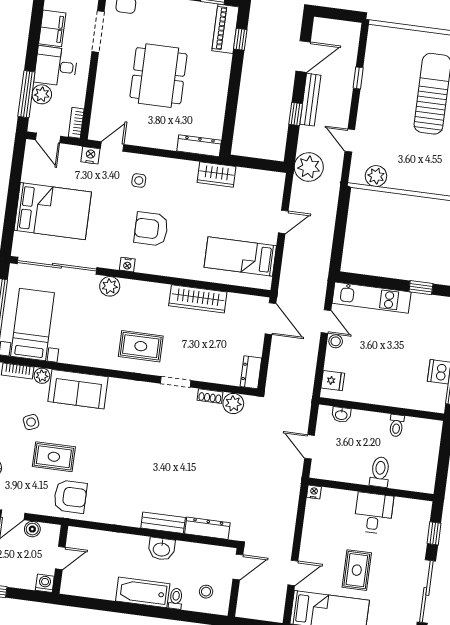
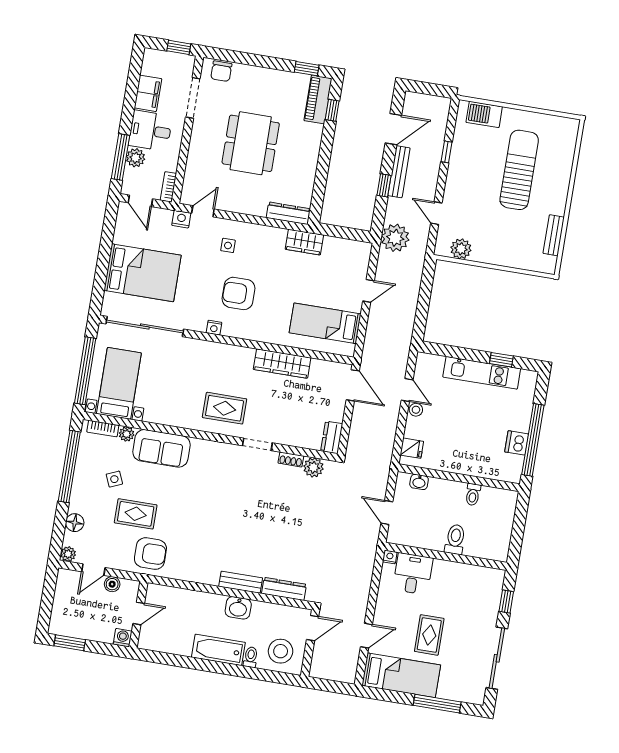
barbecue: (395, 38) -> (484, 114), added
plant: (110, 286) -> (196, 348), removed
kitchen unit: (372, 298) -> (482, 373), moved
desk: (374, 513) -> (413, 574), moved
stool: (206, 592) -> (281, 651), width x1.89, depth x1.89

